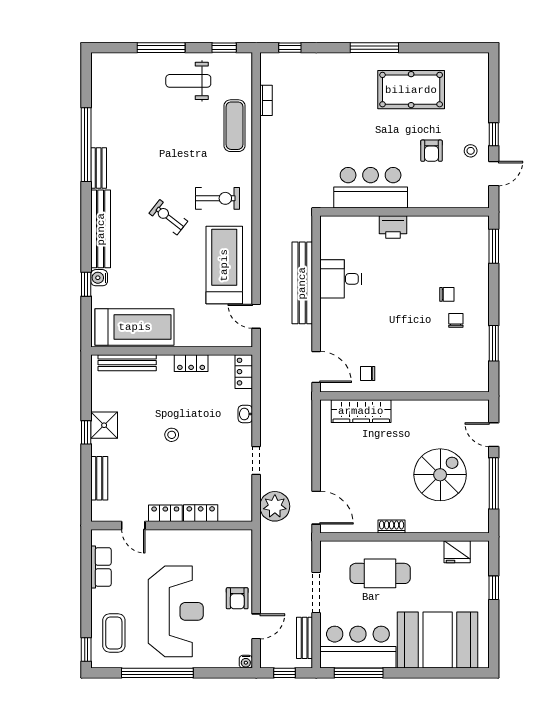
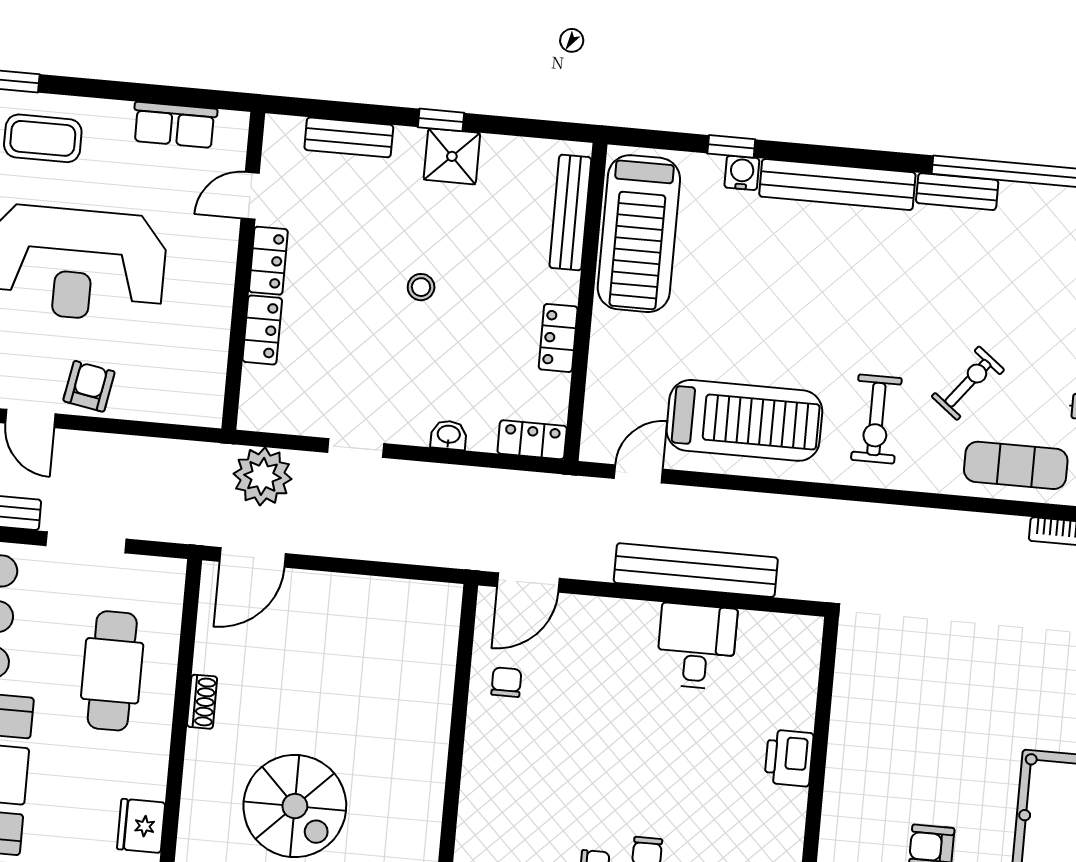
bar counter: (371, 188) -> (870, 721), removed
exercise bike: (168, 217) -> (968, 383), moved
wardrobe: (361, 411) -> (434, 663), removed
armchair: (237, 598) -> (89, 386), turned 100

